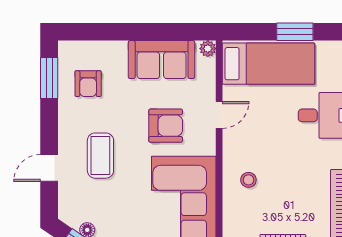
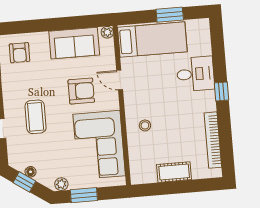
armchair: (88, 84) -> (20, 53), moved
door: (219, 115) -> (120, 80), swing flipped

